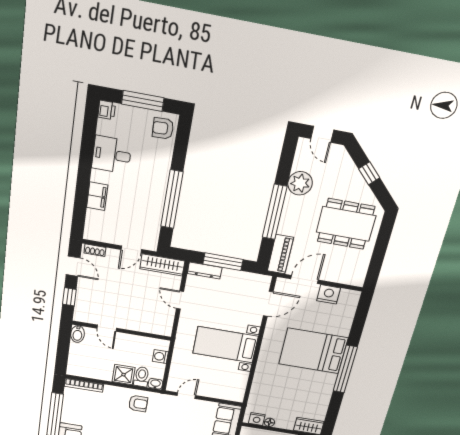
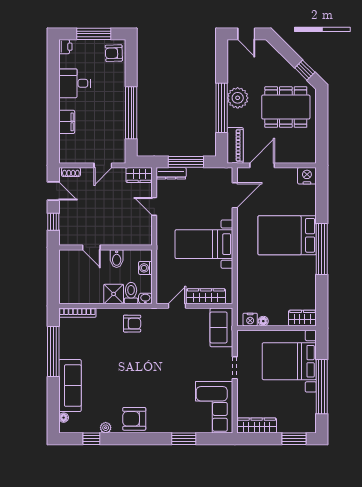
window: (369, 173) -> (305, 70), moved
plant: (300, 183) -> (238, 98), moved
wardrobe: (162, 265) -> (139, 175), width x0.67
nightstand: (329, 294) -> (307, 176), moved
bidet: (78, 334) -> (117, 259), moved
wardrobe: (217, 392) -> (206, 296), added

